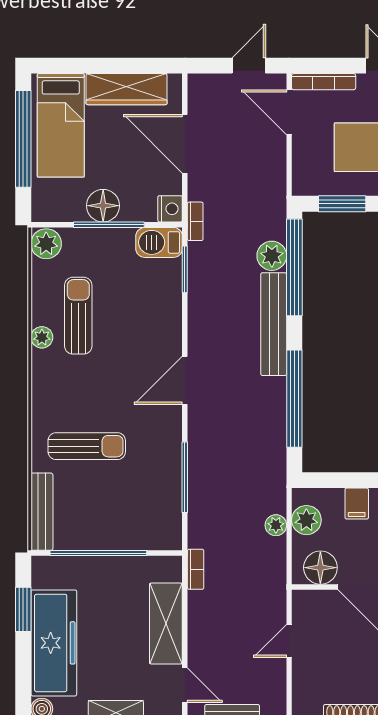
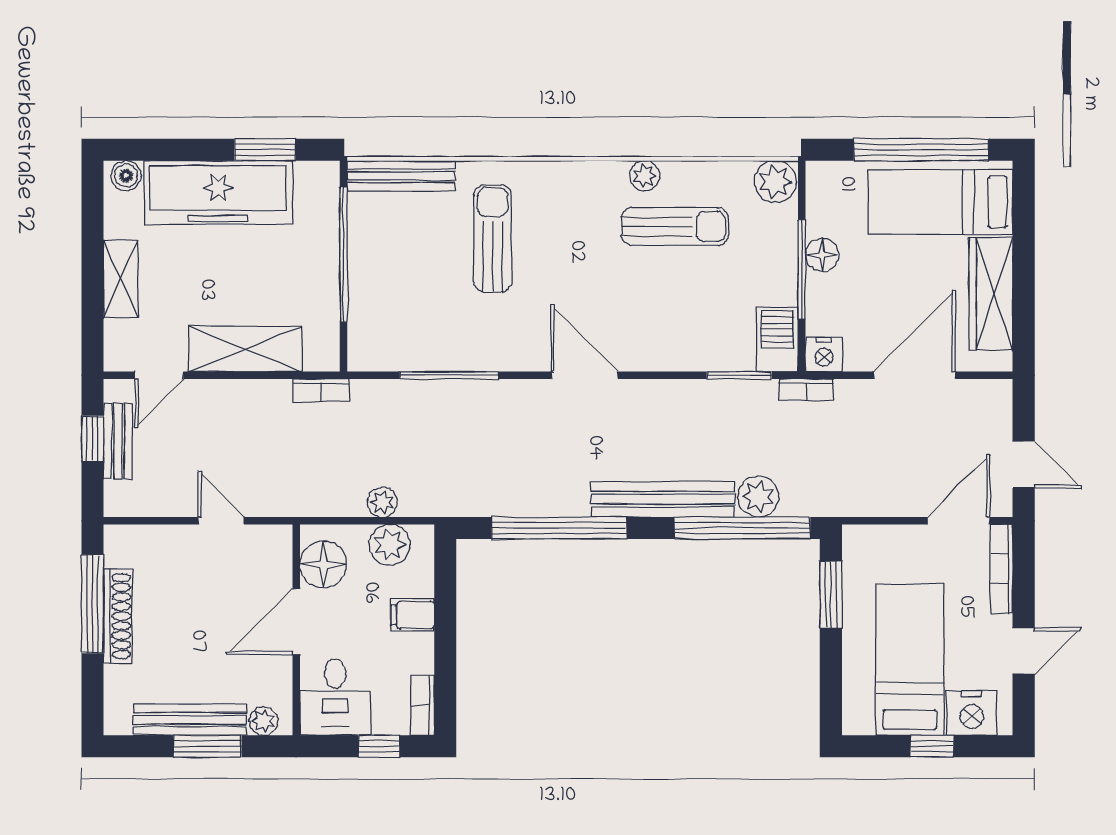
floor lamp: (103, 206) -> (822, 255), width x0.73, depth x0.73
sun lounger: (87, 446) -> (493, 238), turned 180

